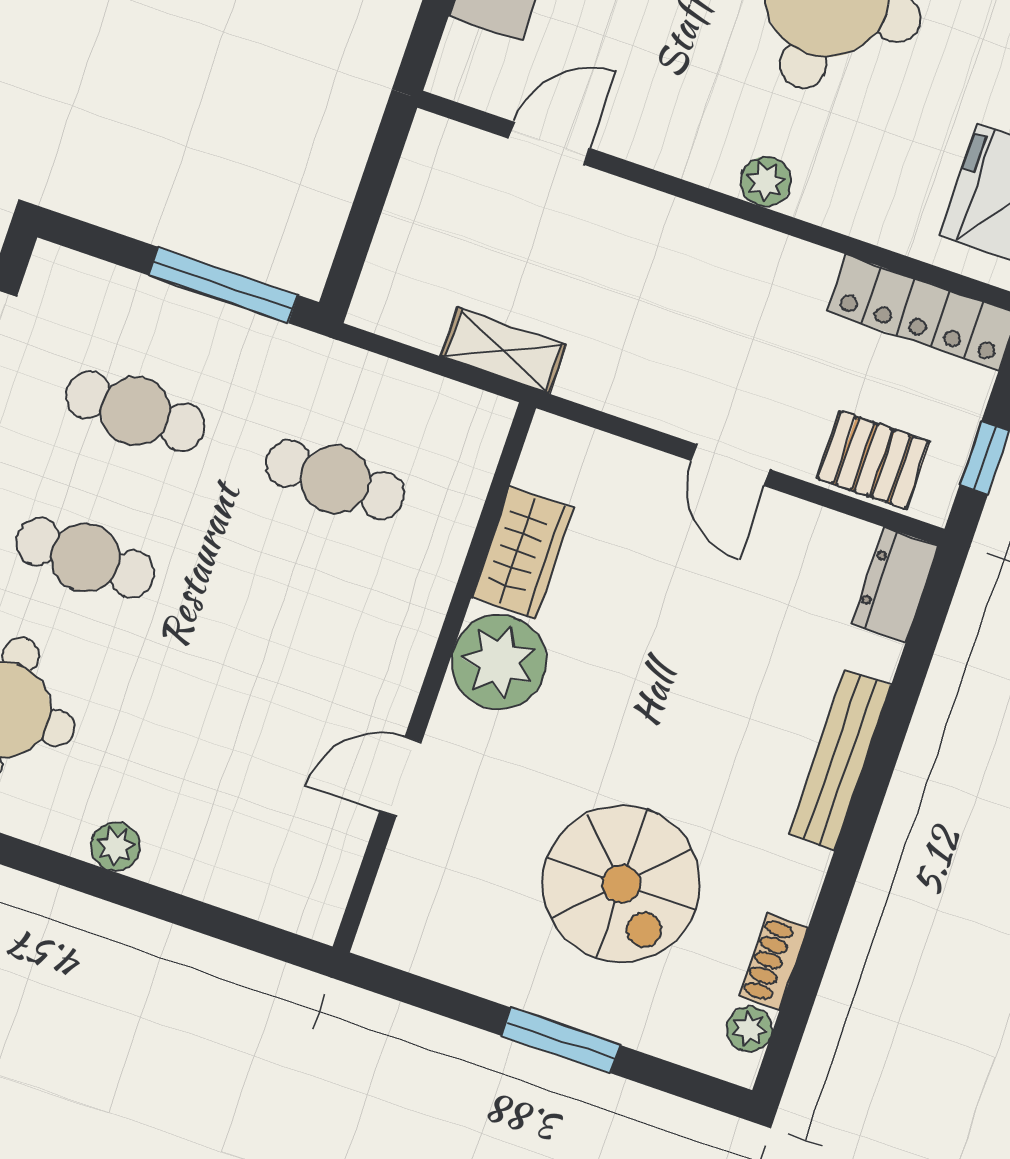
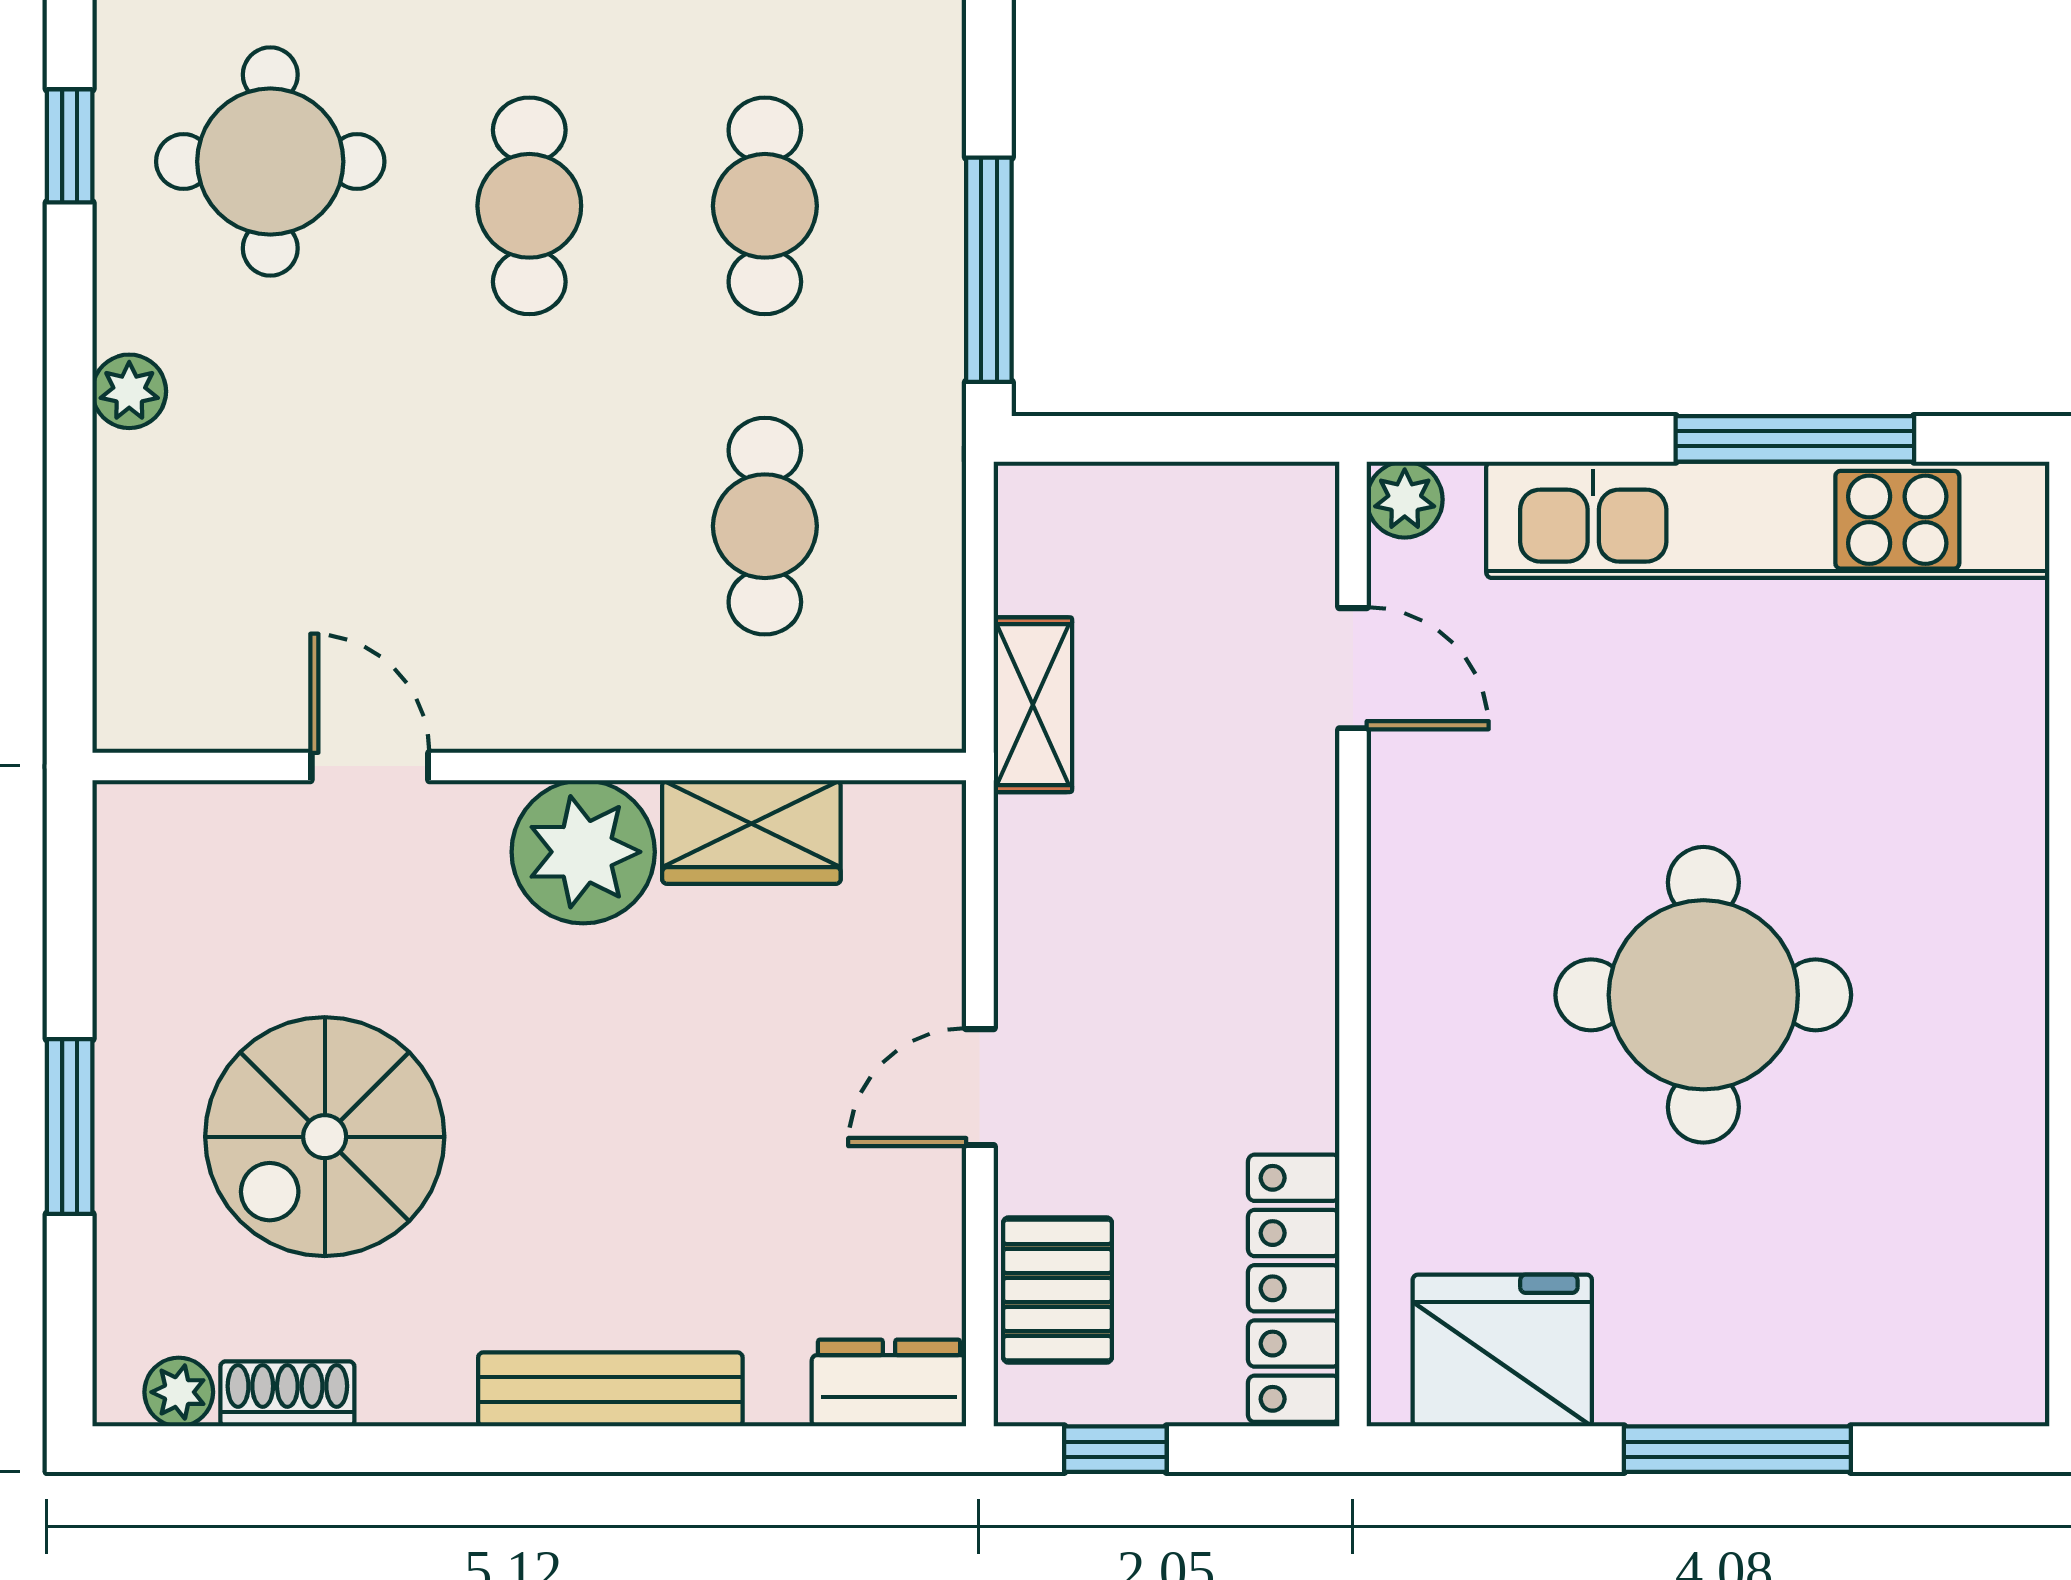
plant: (766, 182) -> (1405, 500), moved

